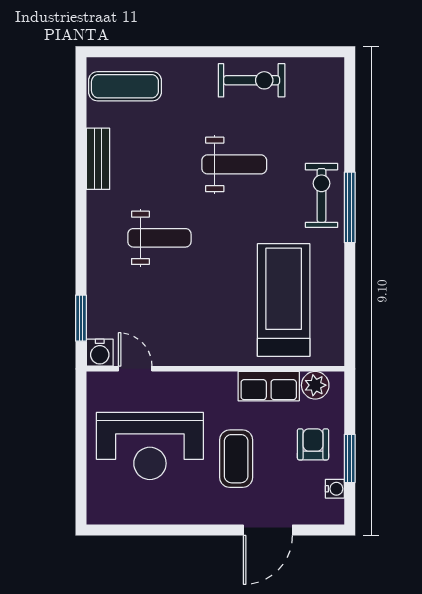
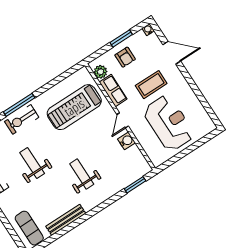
bench: (98, 159) -> (66, 220), width x1.36
water cooler: (100, 353) -> (126, 141), moved
door: (135, 369) -> (123, 120), moved
armchair: (313, 444) -> (125, 57), turned -90
water cooler: (335, 489) -> (148, 30), moved

